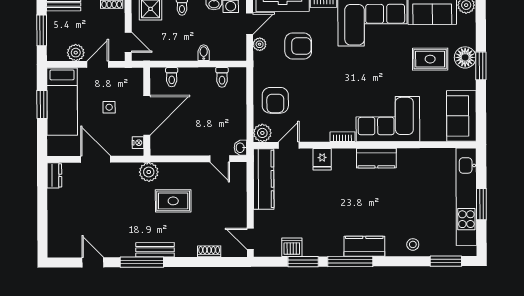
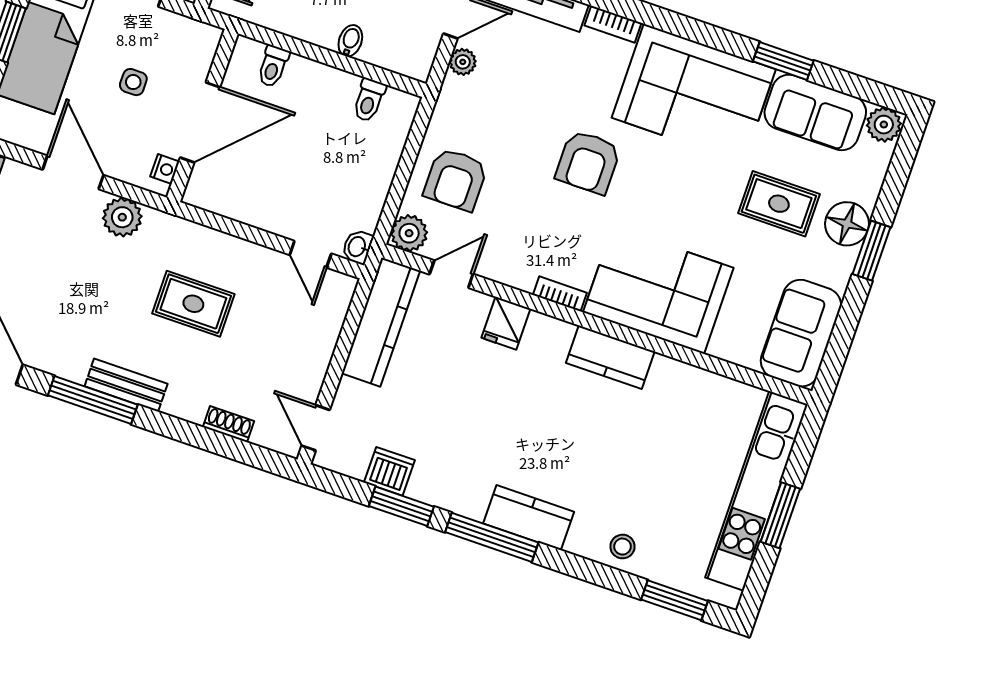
armchair: (298, 46) -> (588, 162), moved, turned 90
plant: (149, 172) -> (122, 217), moved

